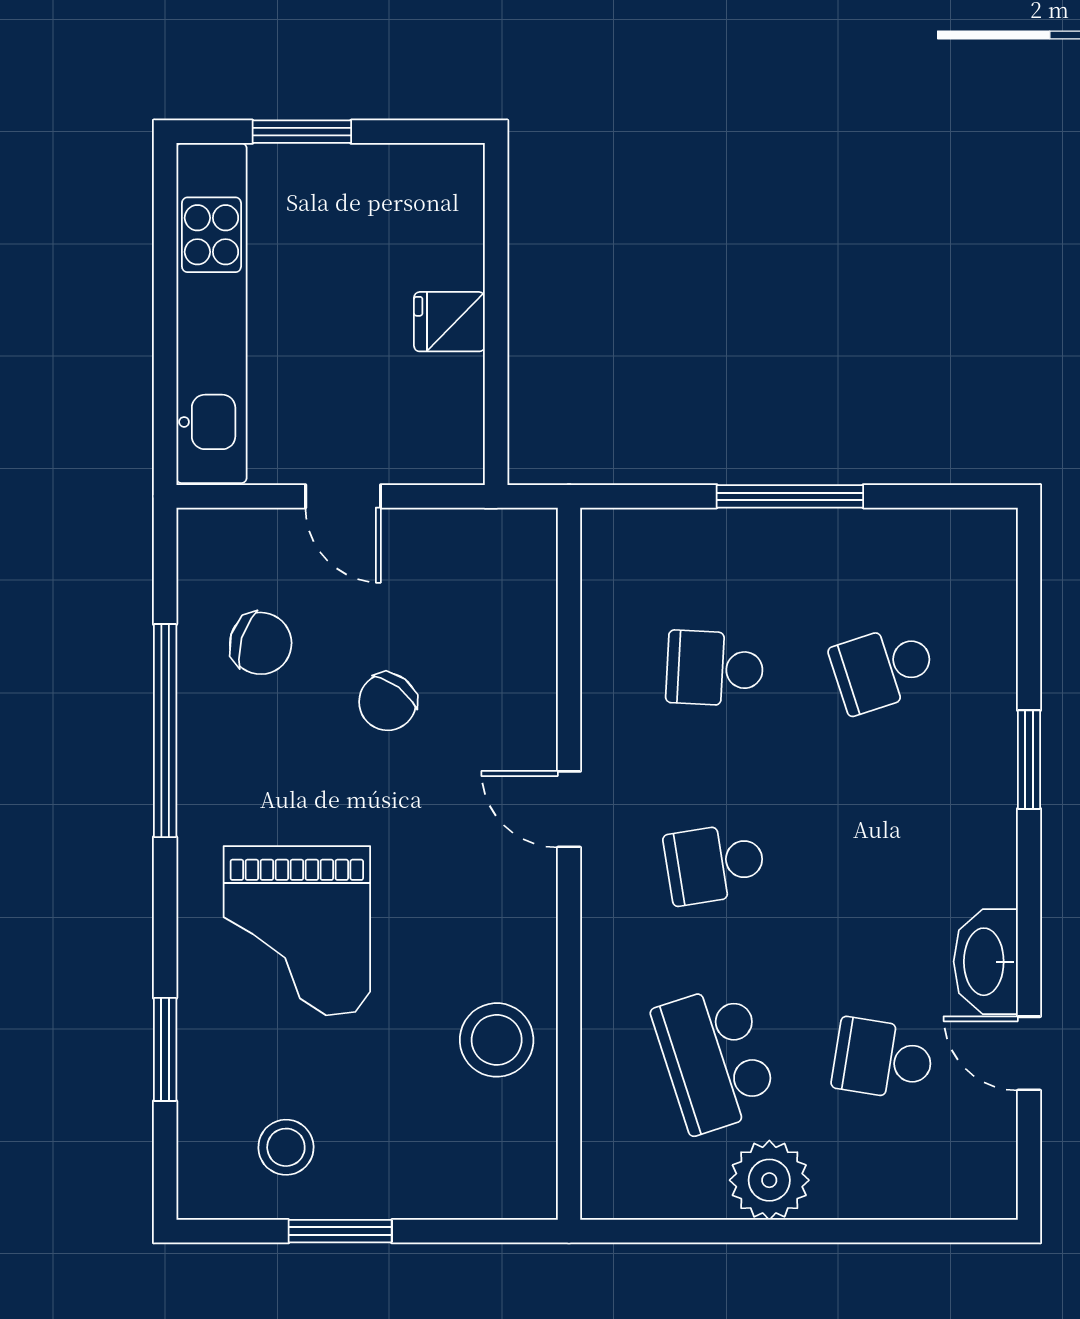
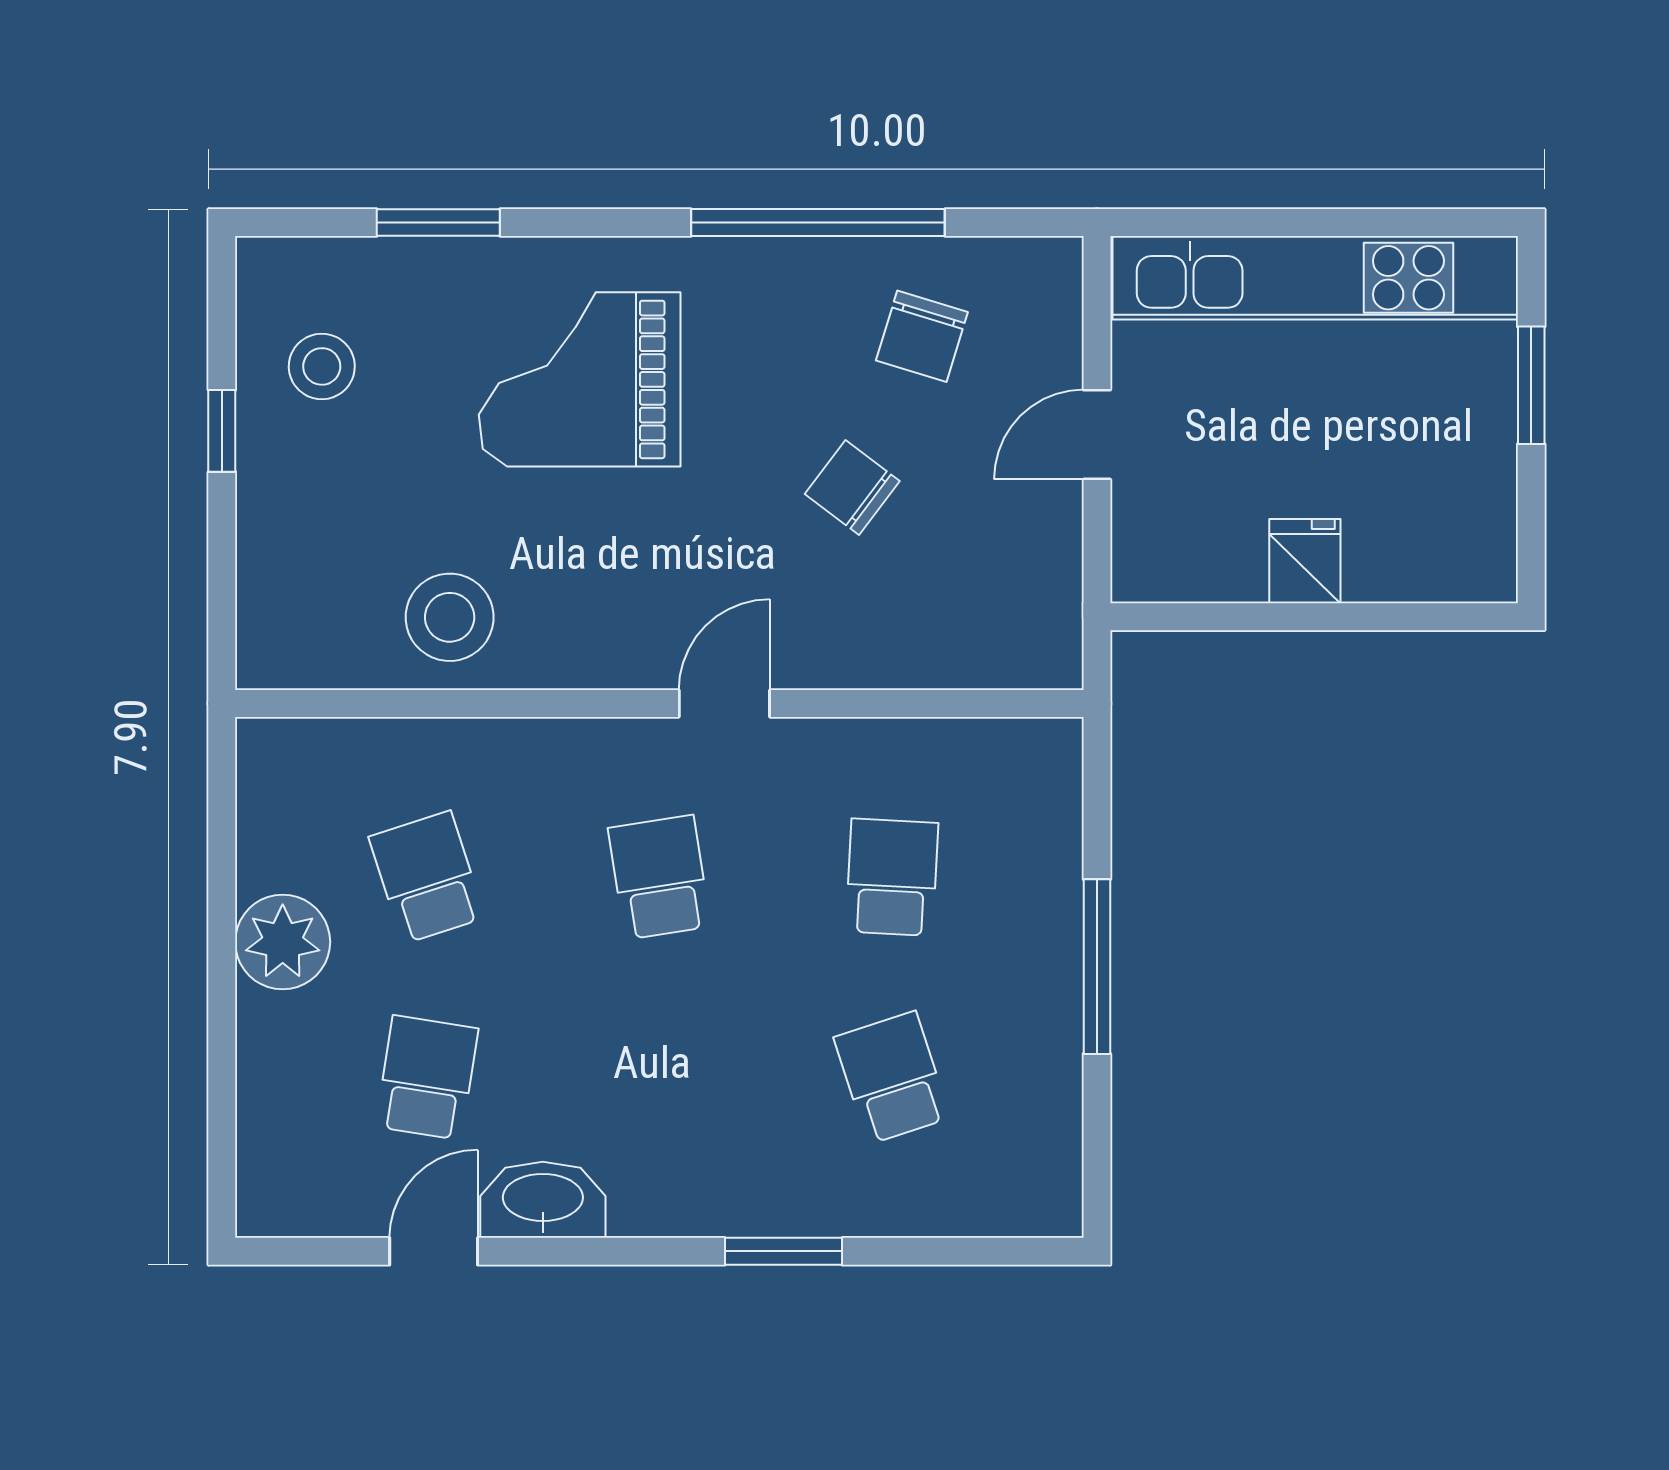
school desk: (715, 1059) -> (427, 877), width x0.54
window: (340, 1231) -> (222, 431), width x0.67

